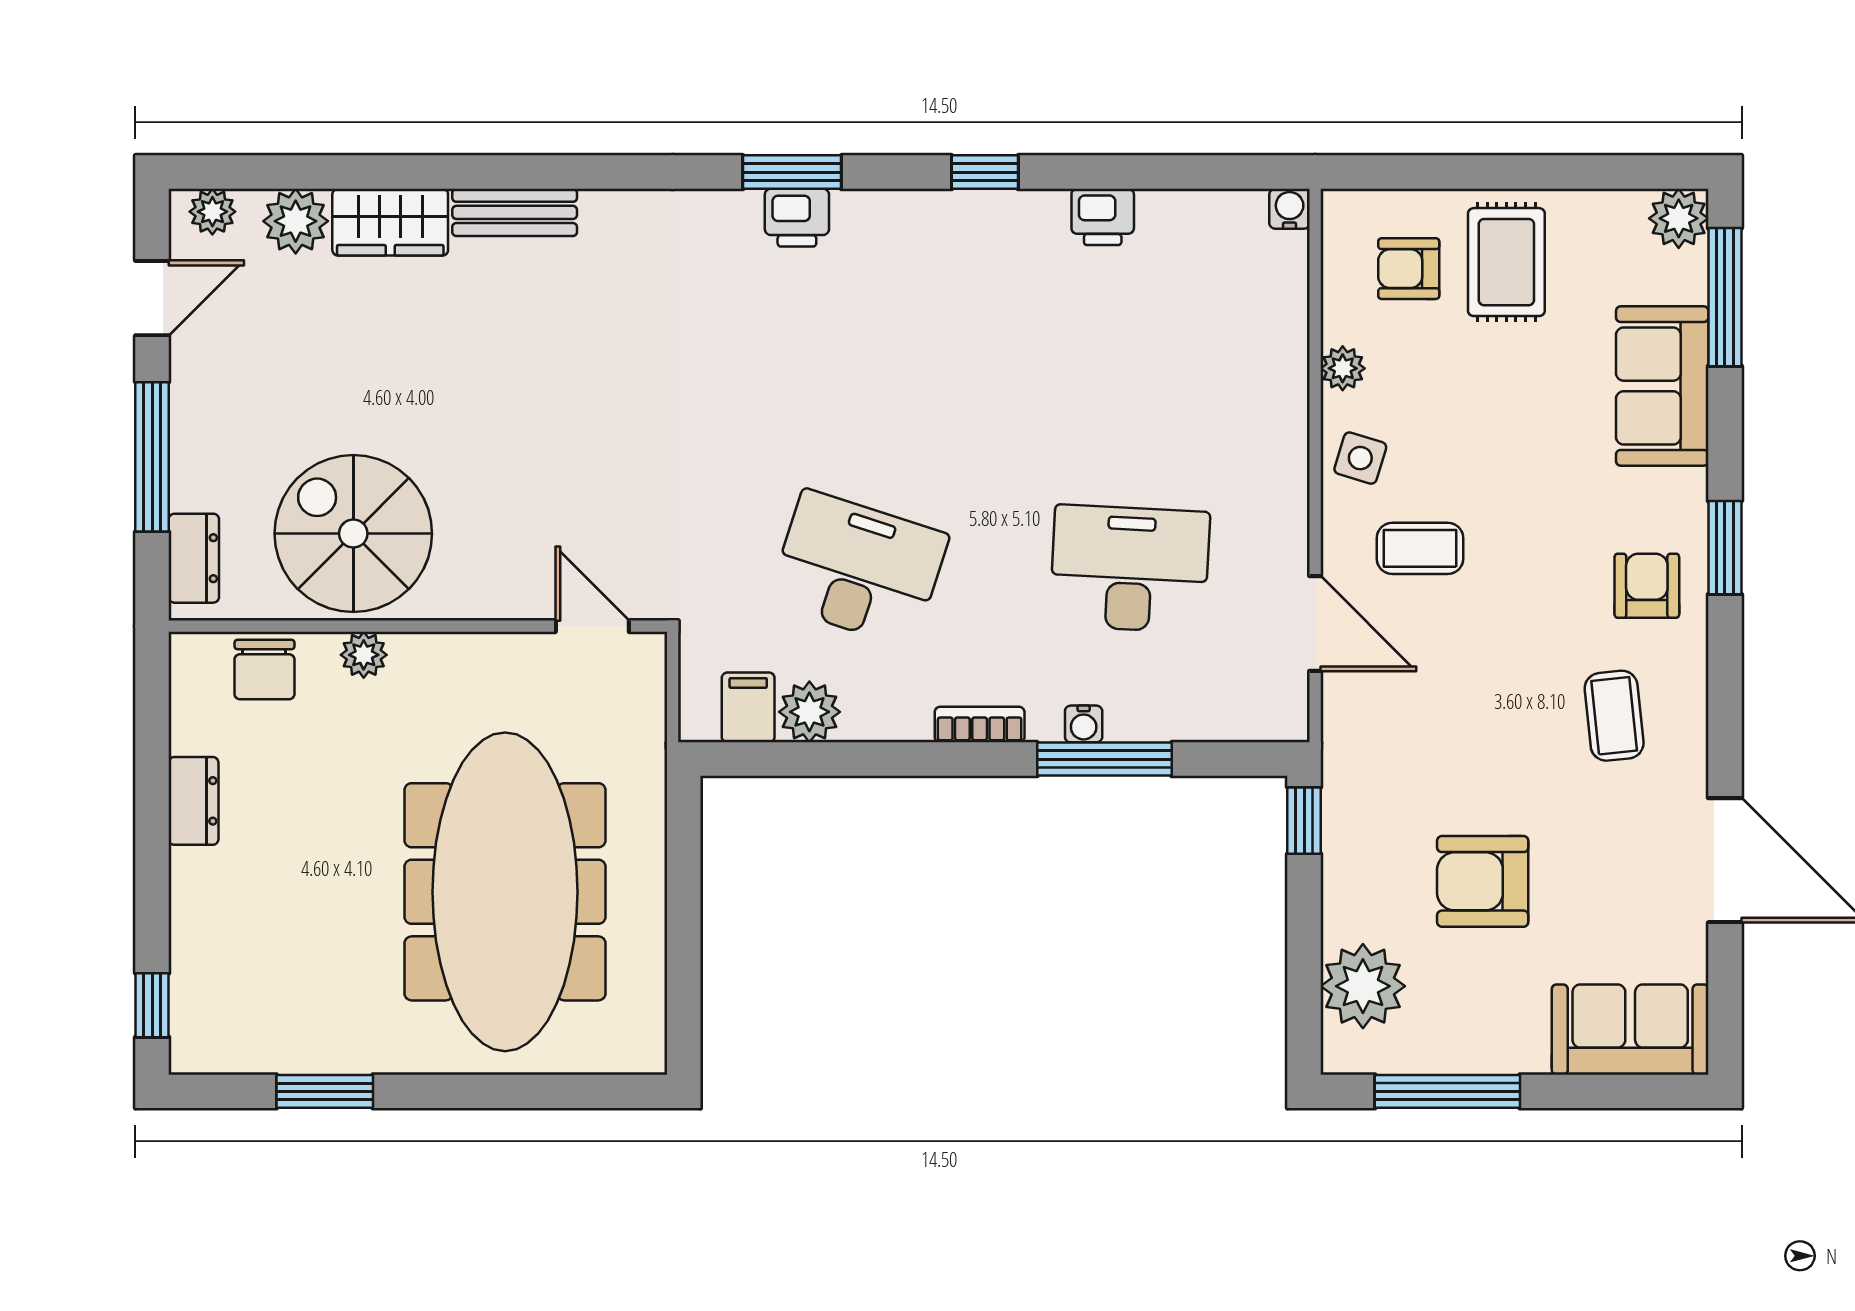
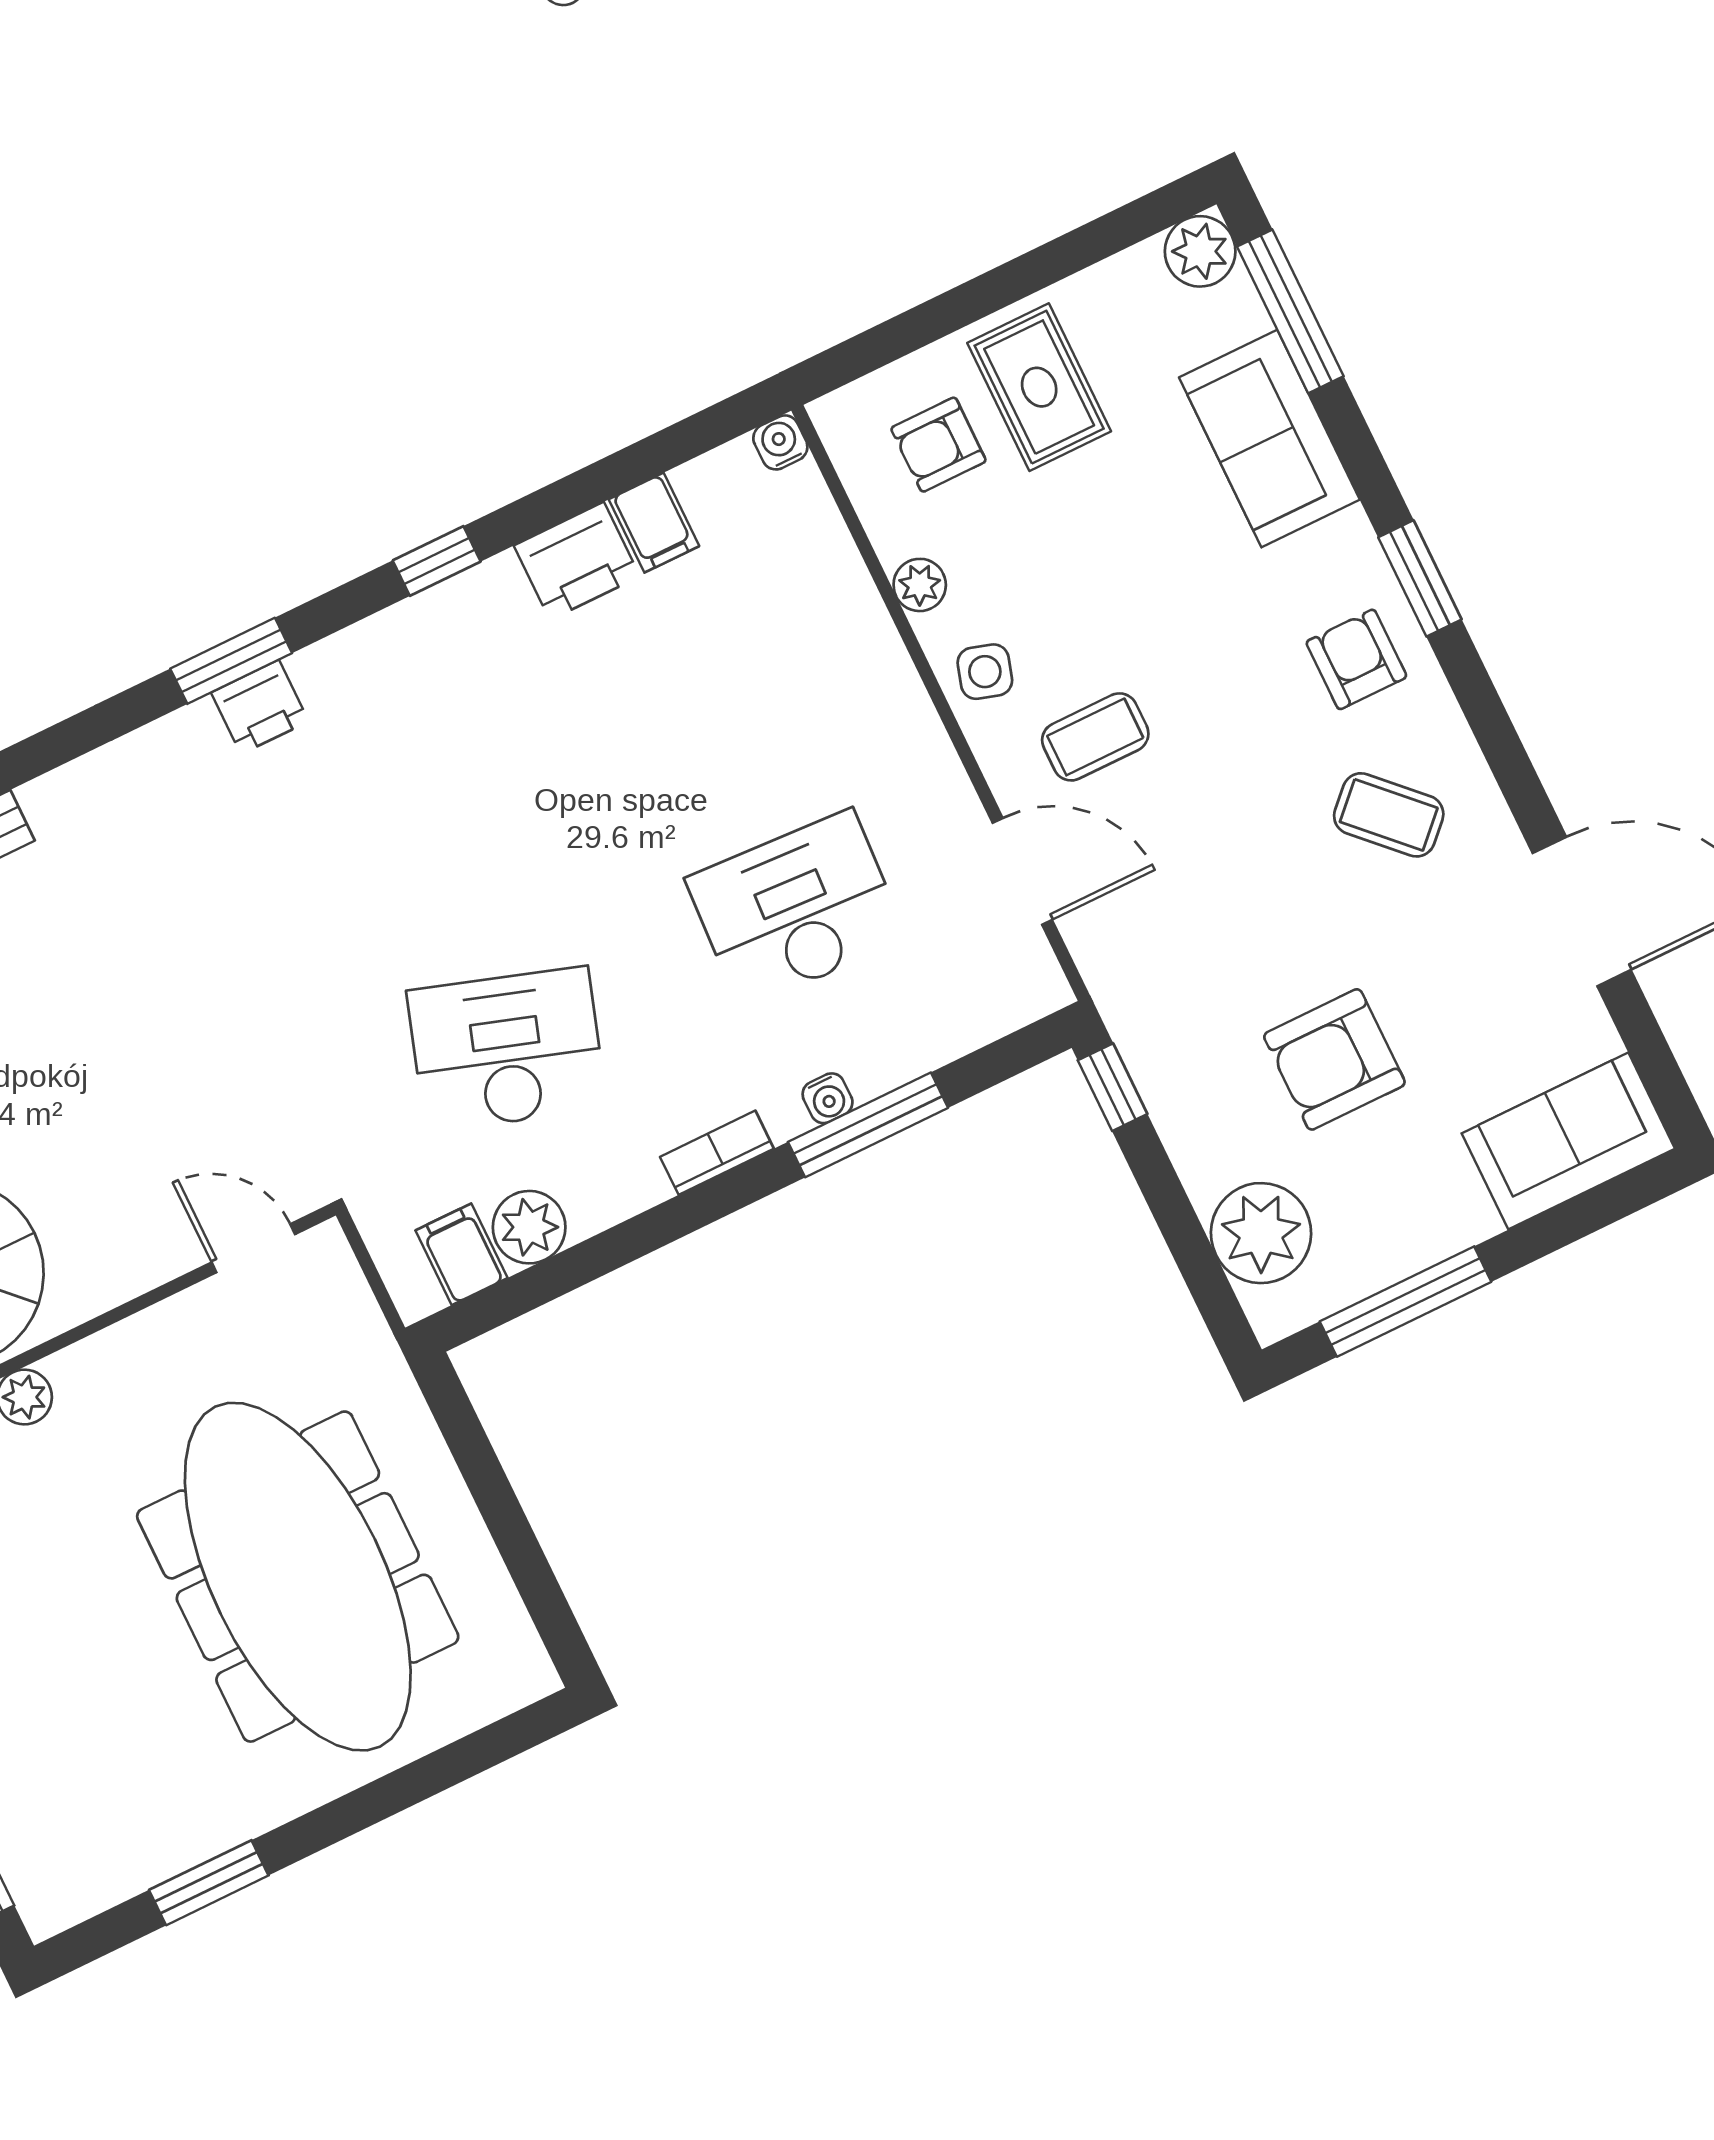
printer: (1103, 217) -> (577, 561), width x1.36, depth x1.24
filing cabinet: (1164, 223) -> (654, 523), added
coffee table: (1614, 716) -> (1389, 815), turned -39

